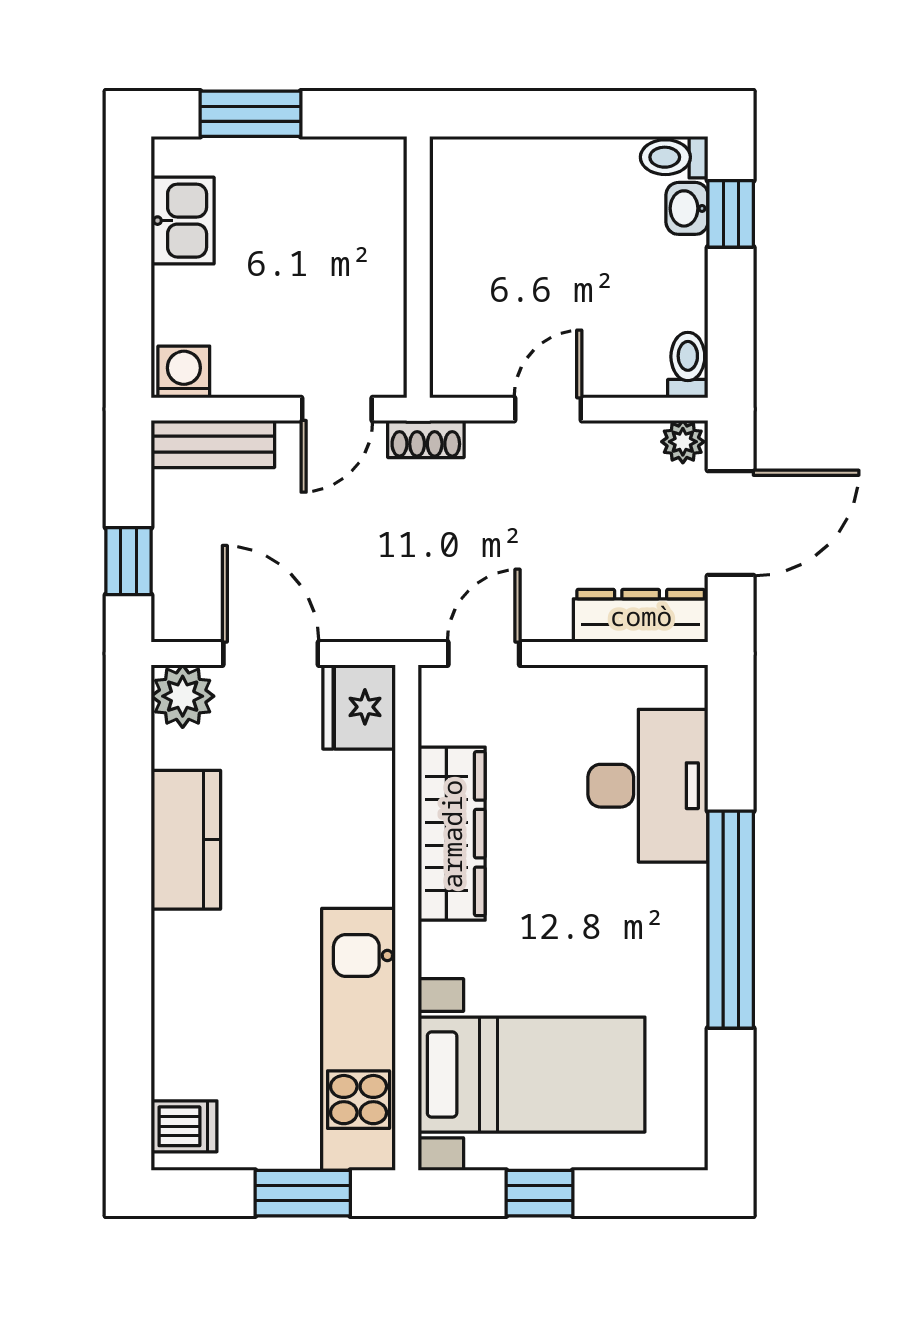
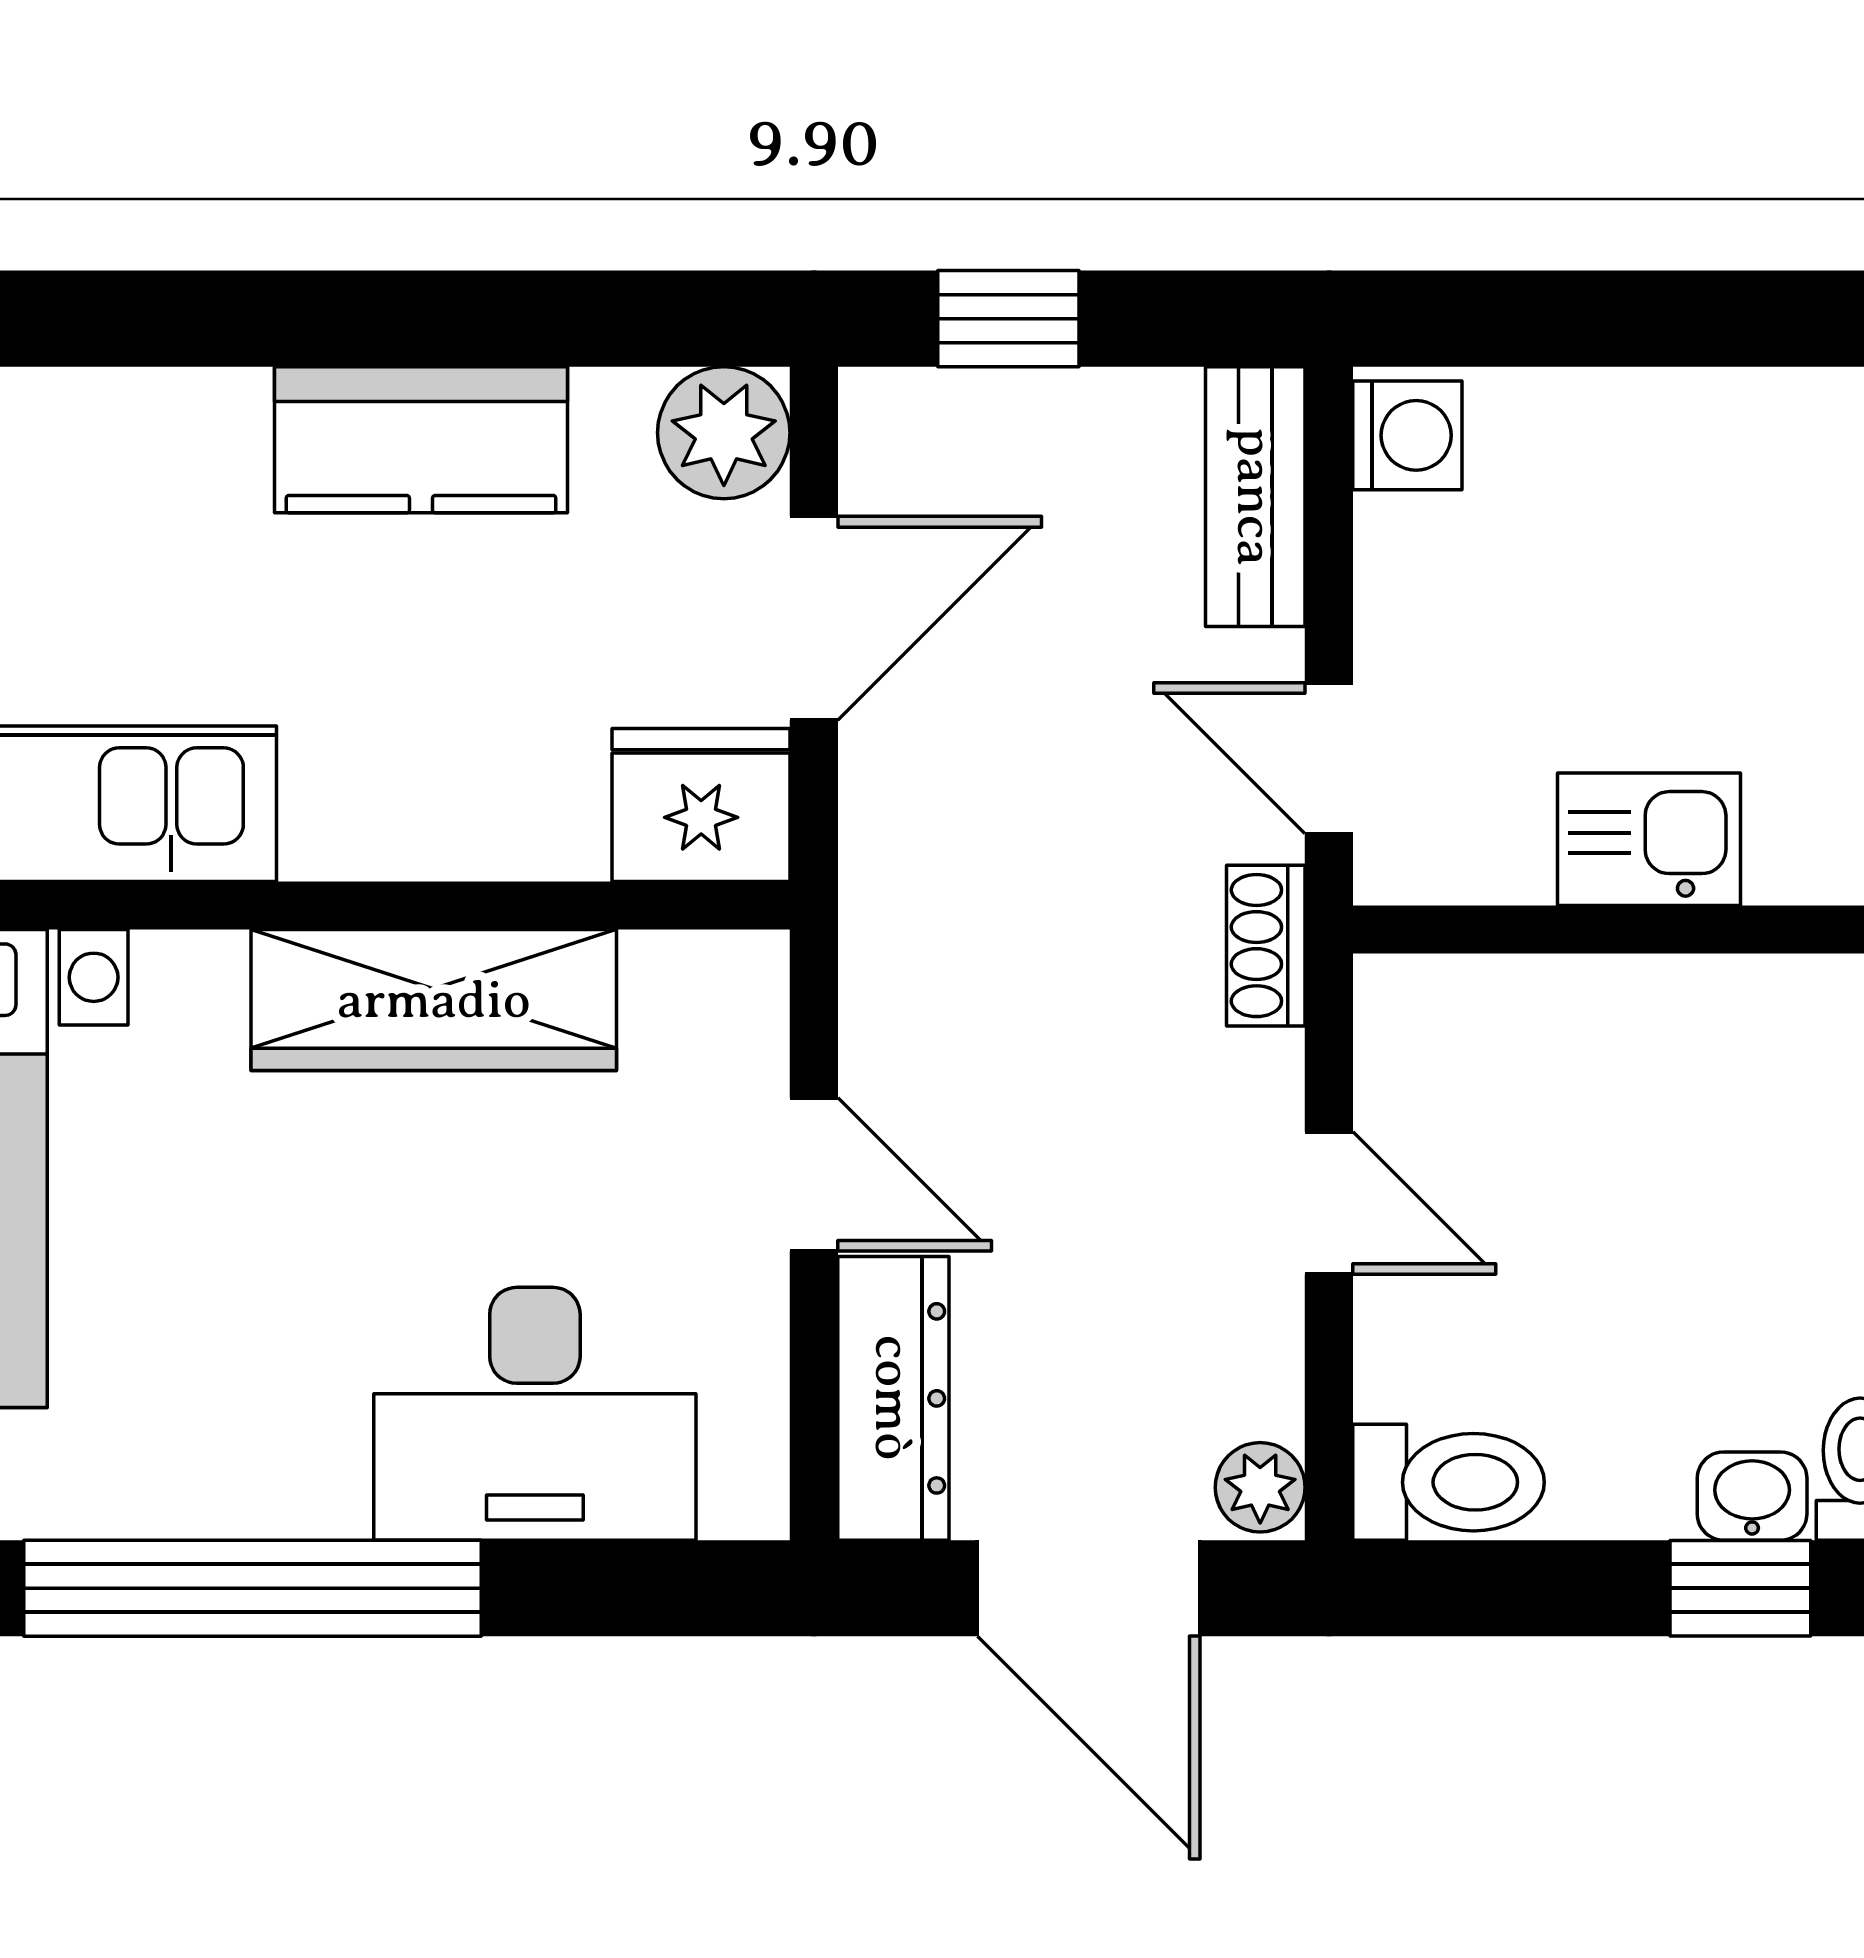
kitchen sink: (183, 221) -> (1649, 839), moved, turned 180
toilet: (688, 365) -> (1449, 1482), width x1.37, depth x1.39
door: (484, 653) -> (814, 1174), moved

